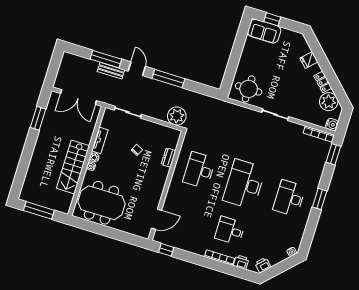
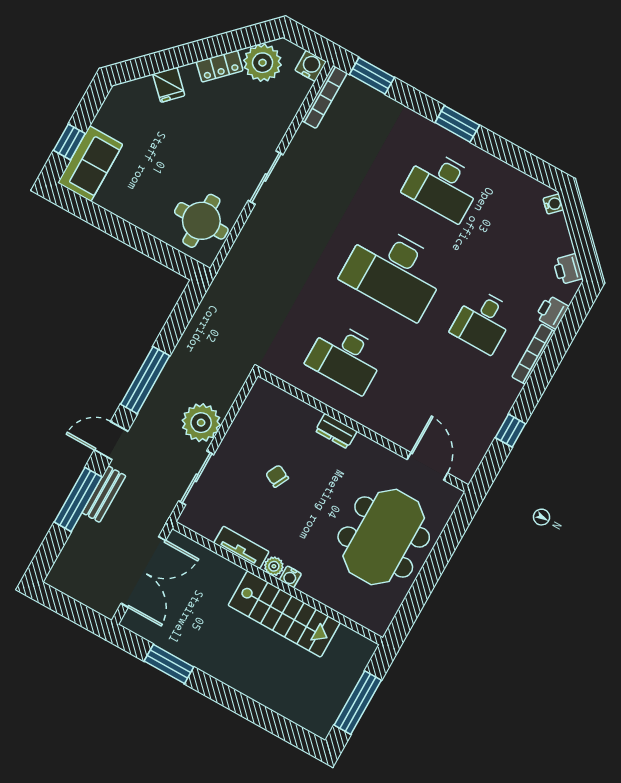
plant: (177, 116) -> (201, 423), moved
dresser: (168, 158) -> (336, 431), moved
meeting table: (101, 203) -> (384, 537), moved
window: (166, 250) -> (510, 431), moved

